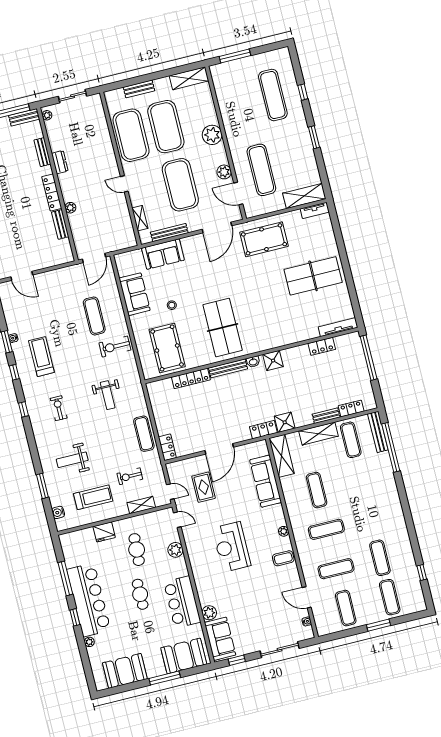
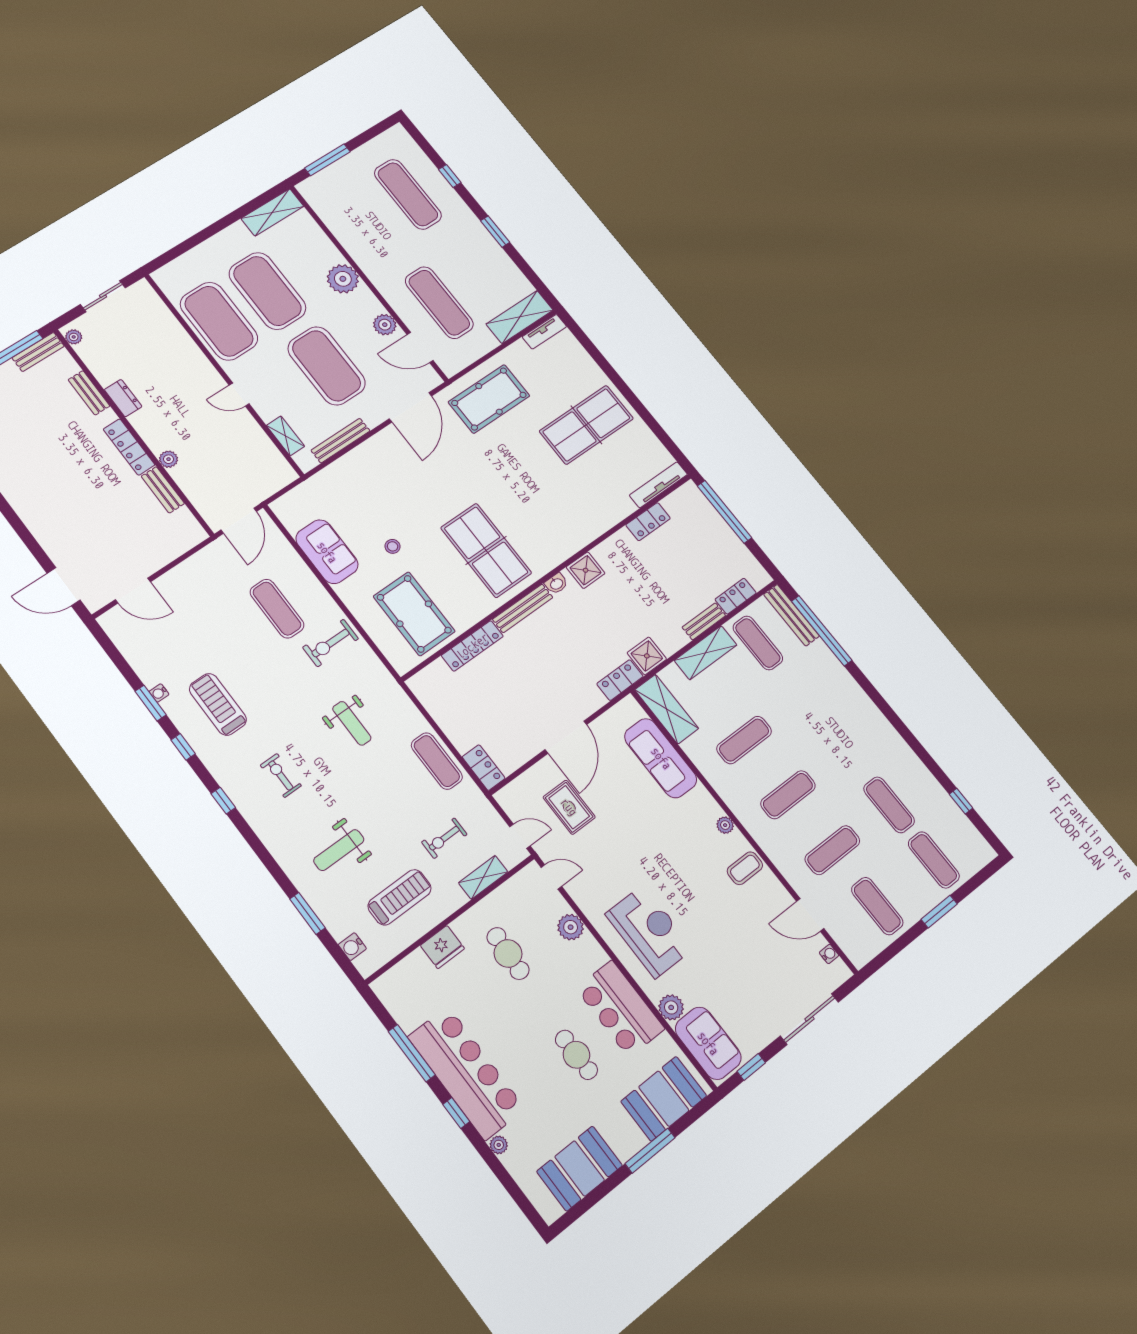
bench: (139, 89) -> (202, 252), removed
sofa: (163, 254) -> (345, 476), removed
exercise mat: (317, 490) -> (744, 740), turned 90
reception desk: (231, 547) -> (649, 931), moved, turned 180
cafe table: (140, 594) -> (576, 1055), moved

